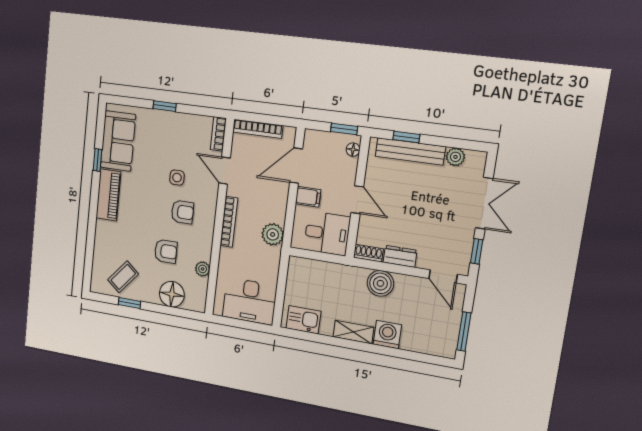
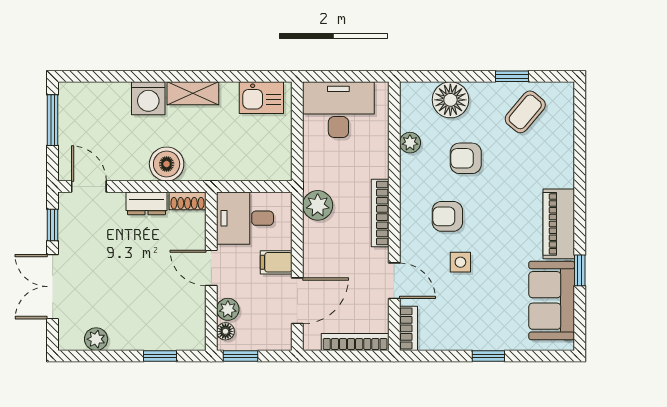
bench: (410, 151) -> (153, 339), removed
plant: (349, 166) -> (228, 309), added

